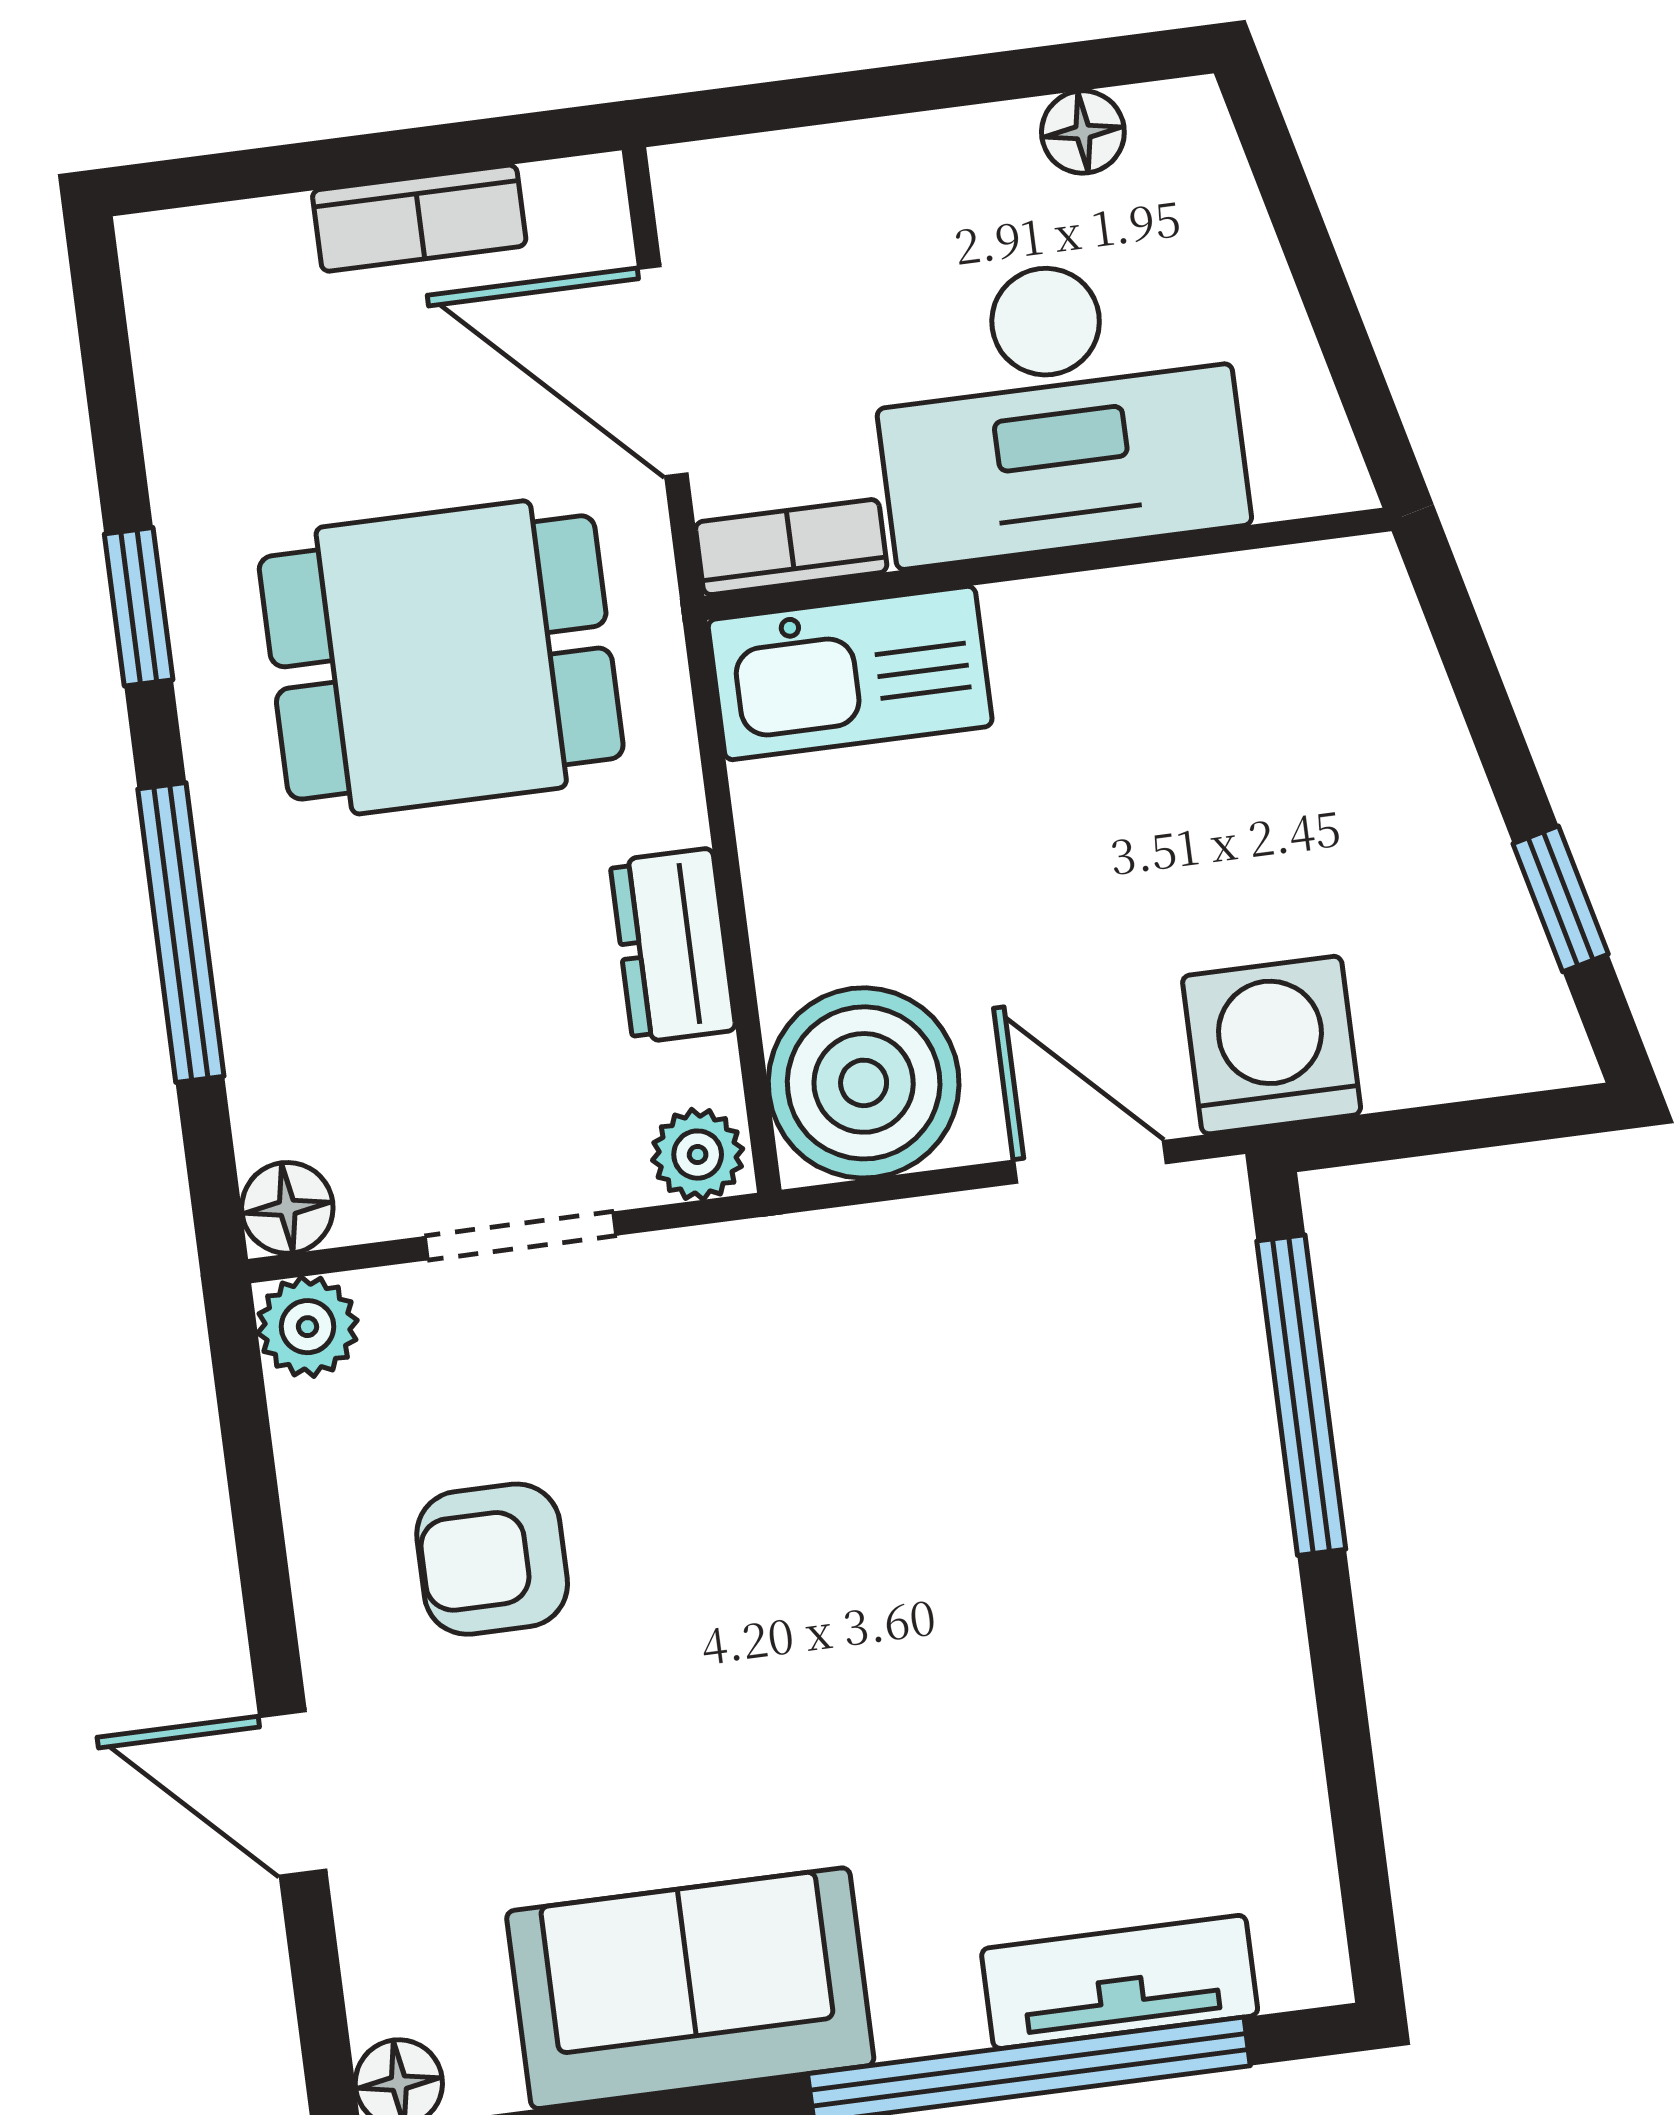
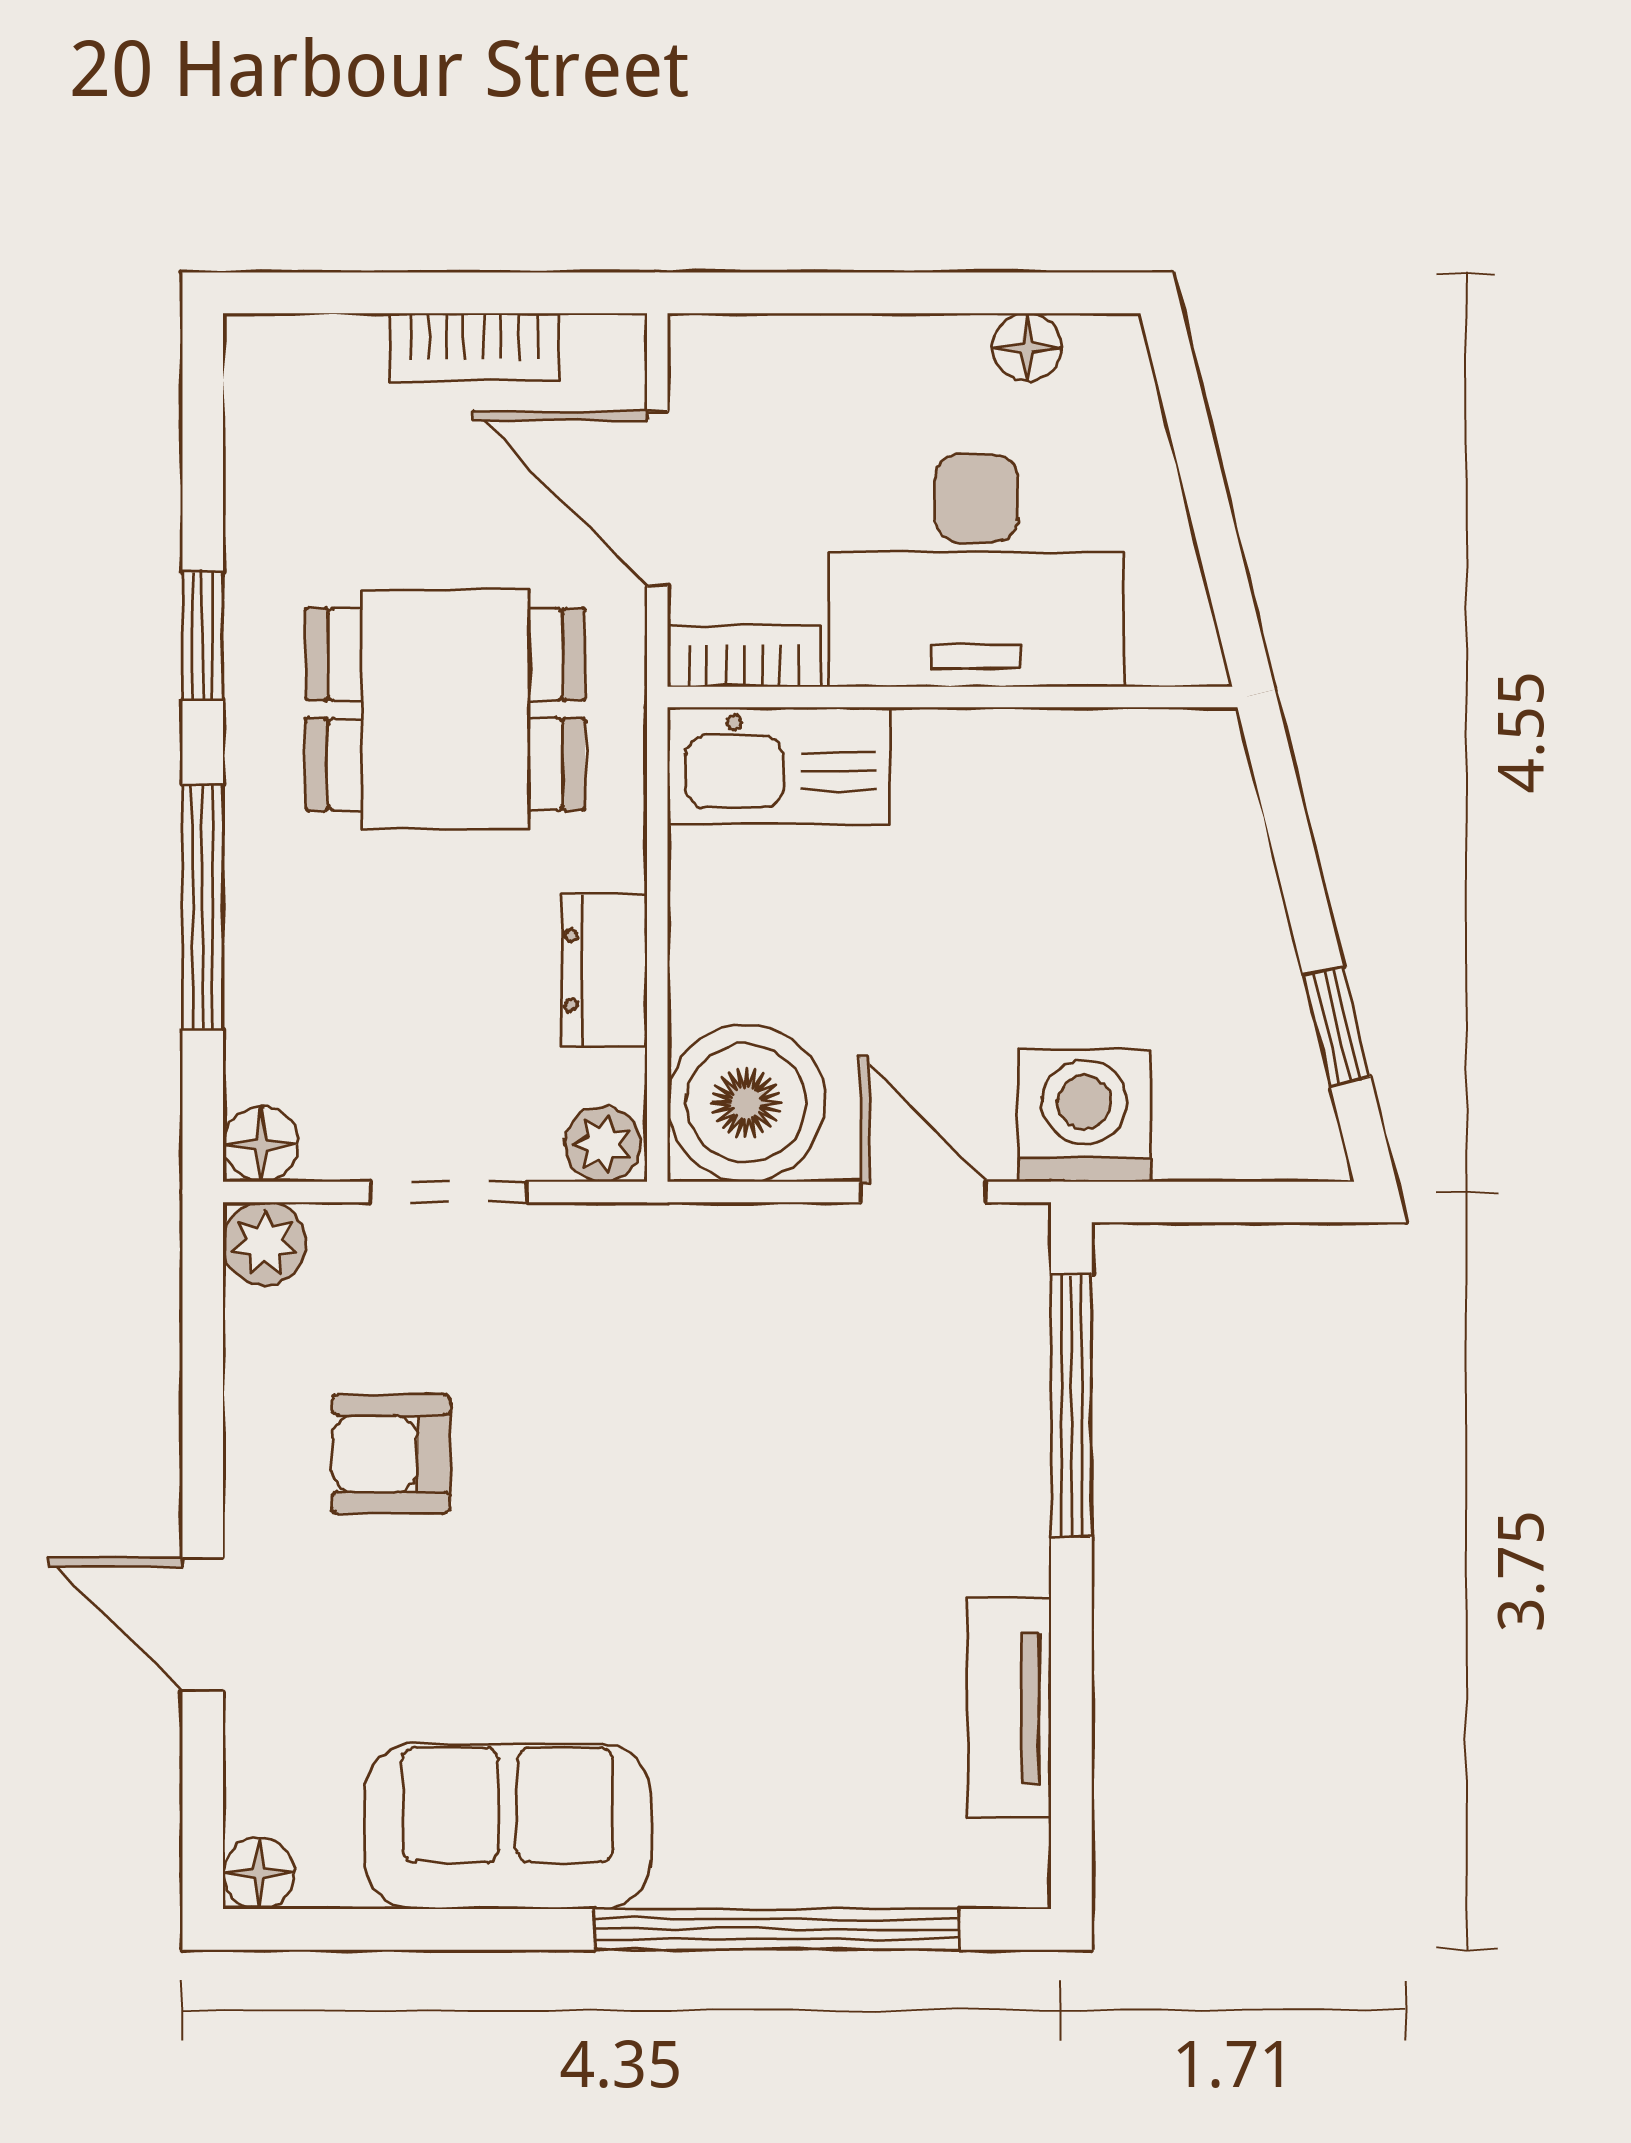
tv unit: (1120, 1982) -> (1009, 1708), moved, turned -90

